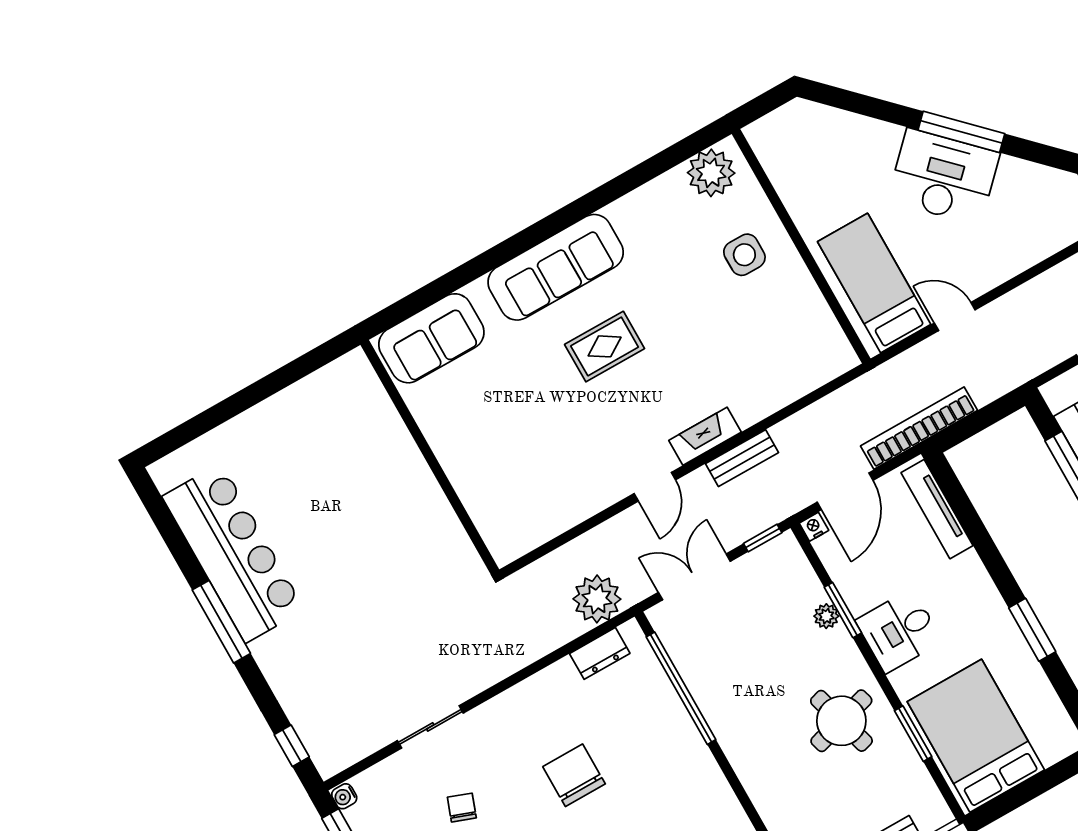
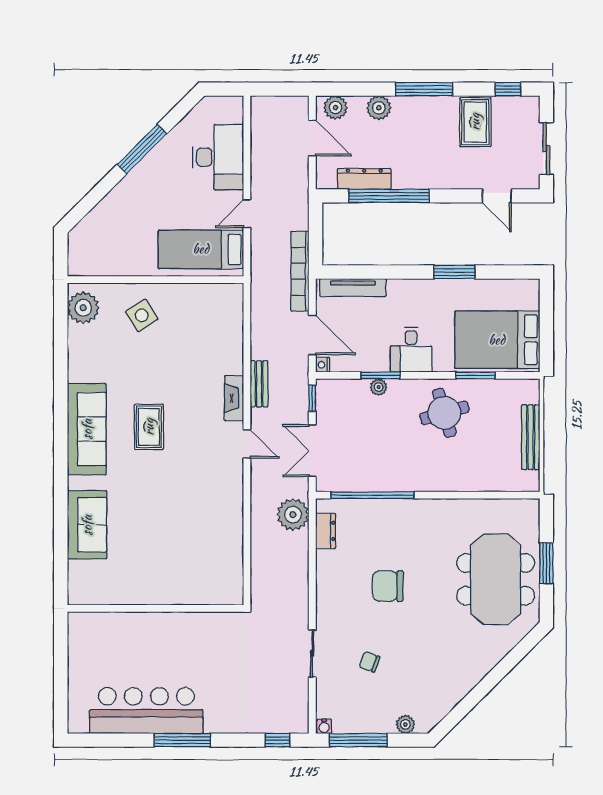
desk: (944, 177) -> (218, 157), moved, turned 135
side table: (744, 255) -> (142, 315), turned -32
wall: (430, 457) -> (155, 608), moved

